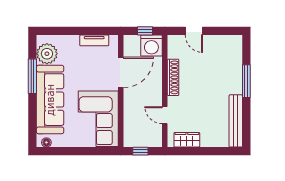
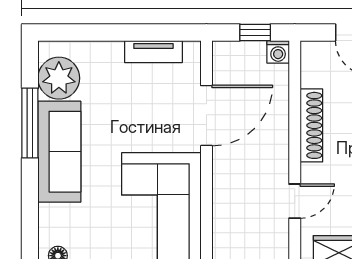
washing machine: (151, 46) -> (278, 52), width x0.53, depth x0.53
sofa: (50, 100) -> (59, 152), width x0.74, depth x0.79
door: (165, 115) -> (295, 201), swing flipped

